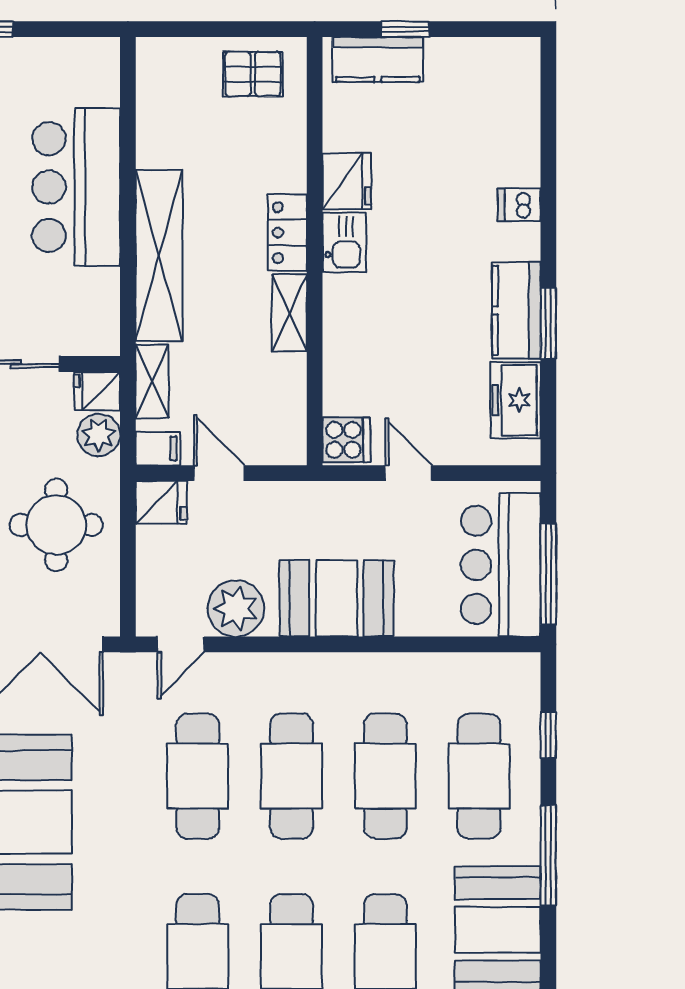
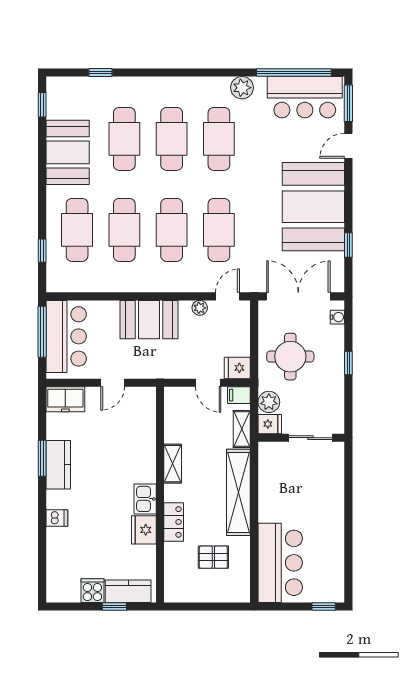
pallet: (253, 74) -> (213, 557), moved
bar counter: (76, 187) -> (280, 563), moved
locker: (288, 233) -> (174, 522), moved
freezer: (516, 400) -> (65, 399), moved, turned 90
cooker: (346, 440) -> (92, 591), moved, turned 90
door: (409, 473) -> (113, 383), hinge flipped
plant: (236, 608) -> (200, 308), width x0.53, depth x0.53
window: (548, 855) -> (42, 190), removed

